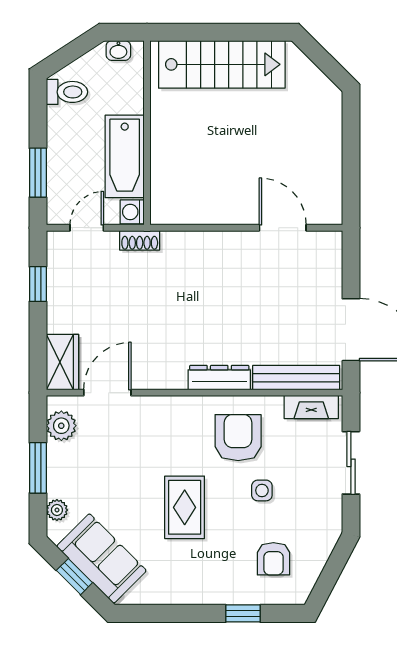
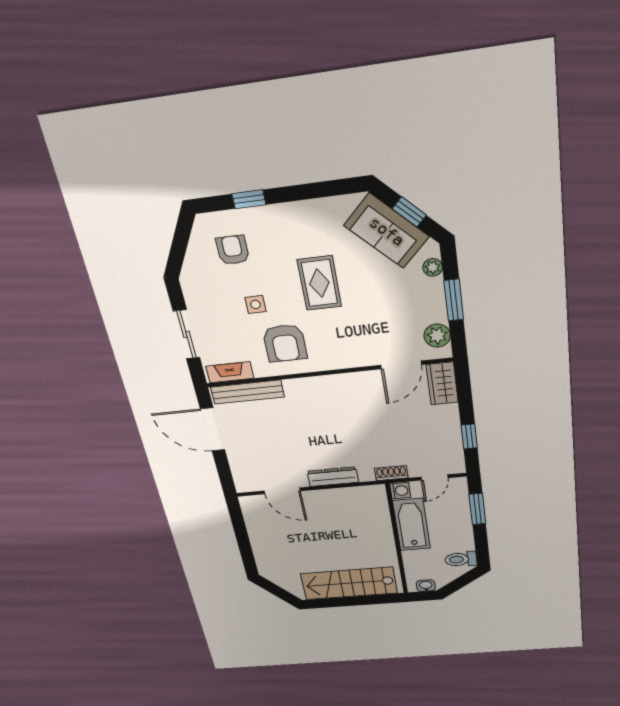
dresser: (219, 378) -> (333, 477), moved, turned 180

